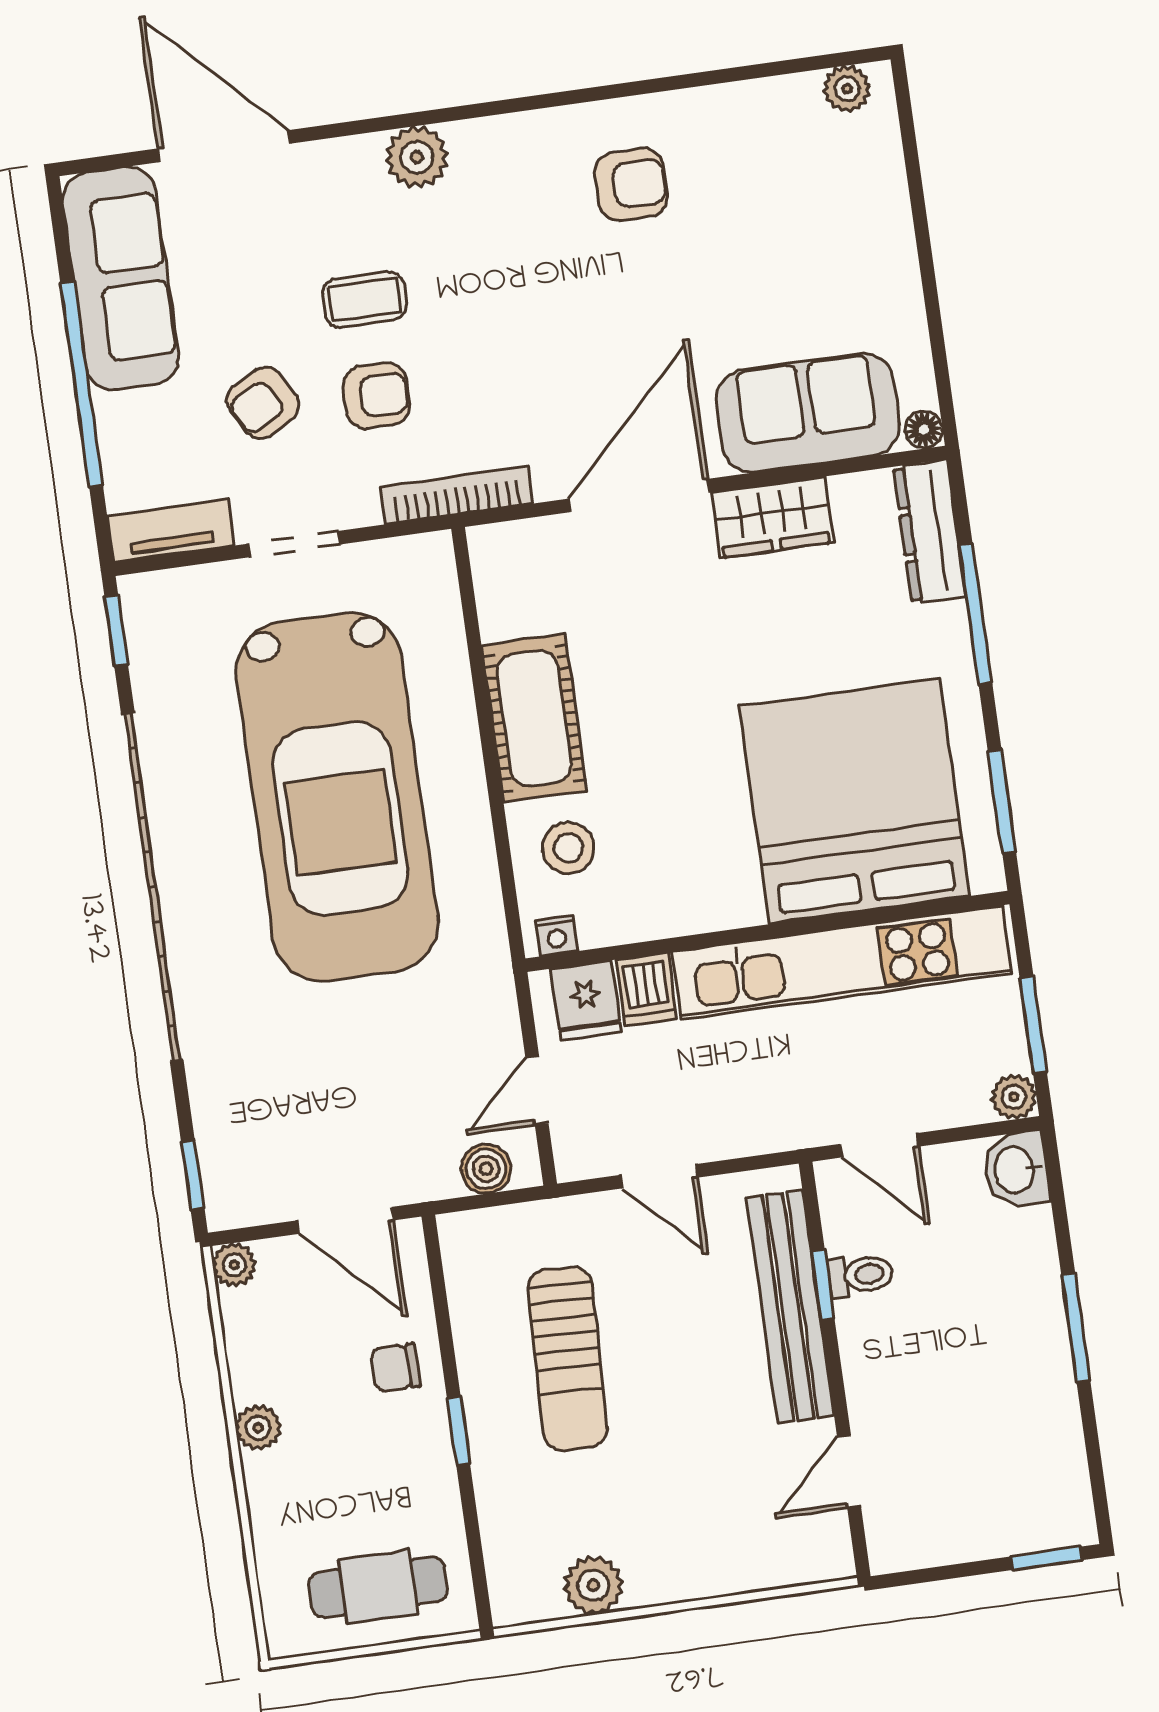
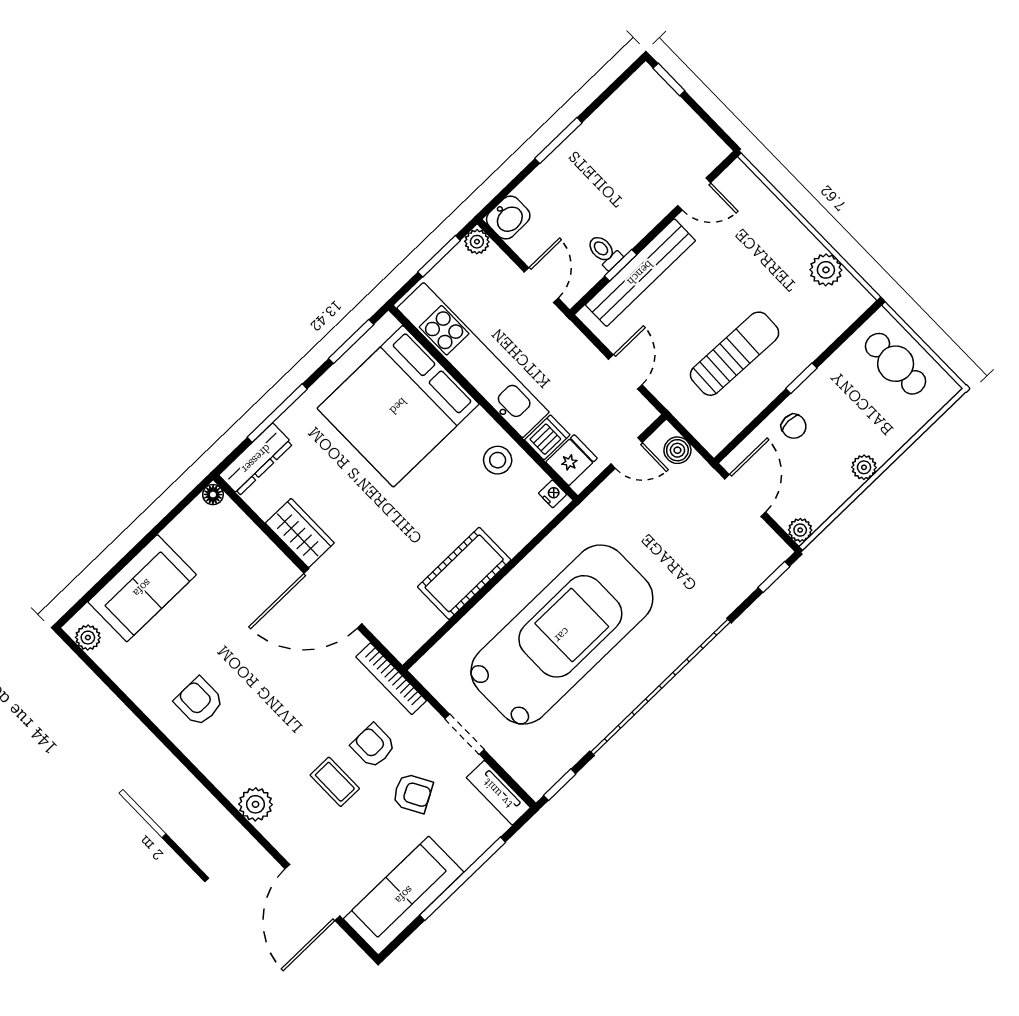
sofa: (808, 413) -> (142, 588), moved, turned -90
stool: (568, 848) -> (498, 460), moved

